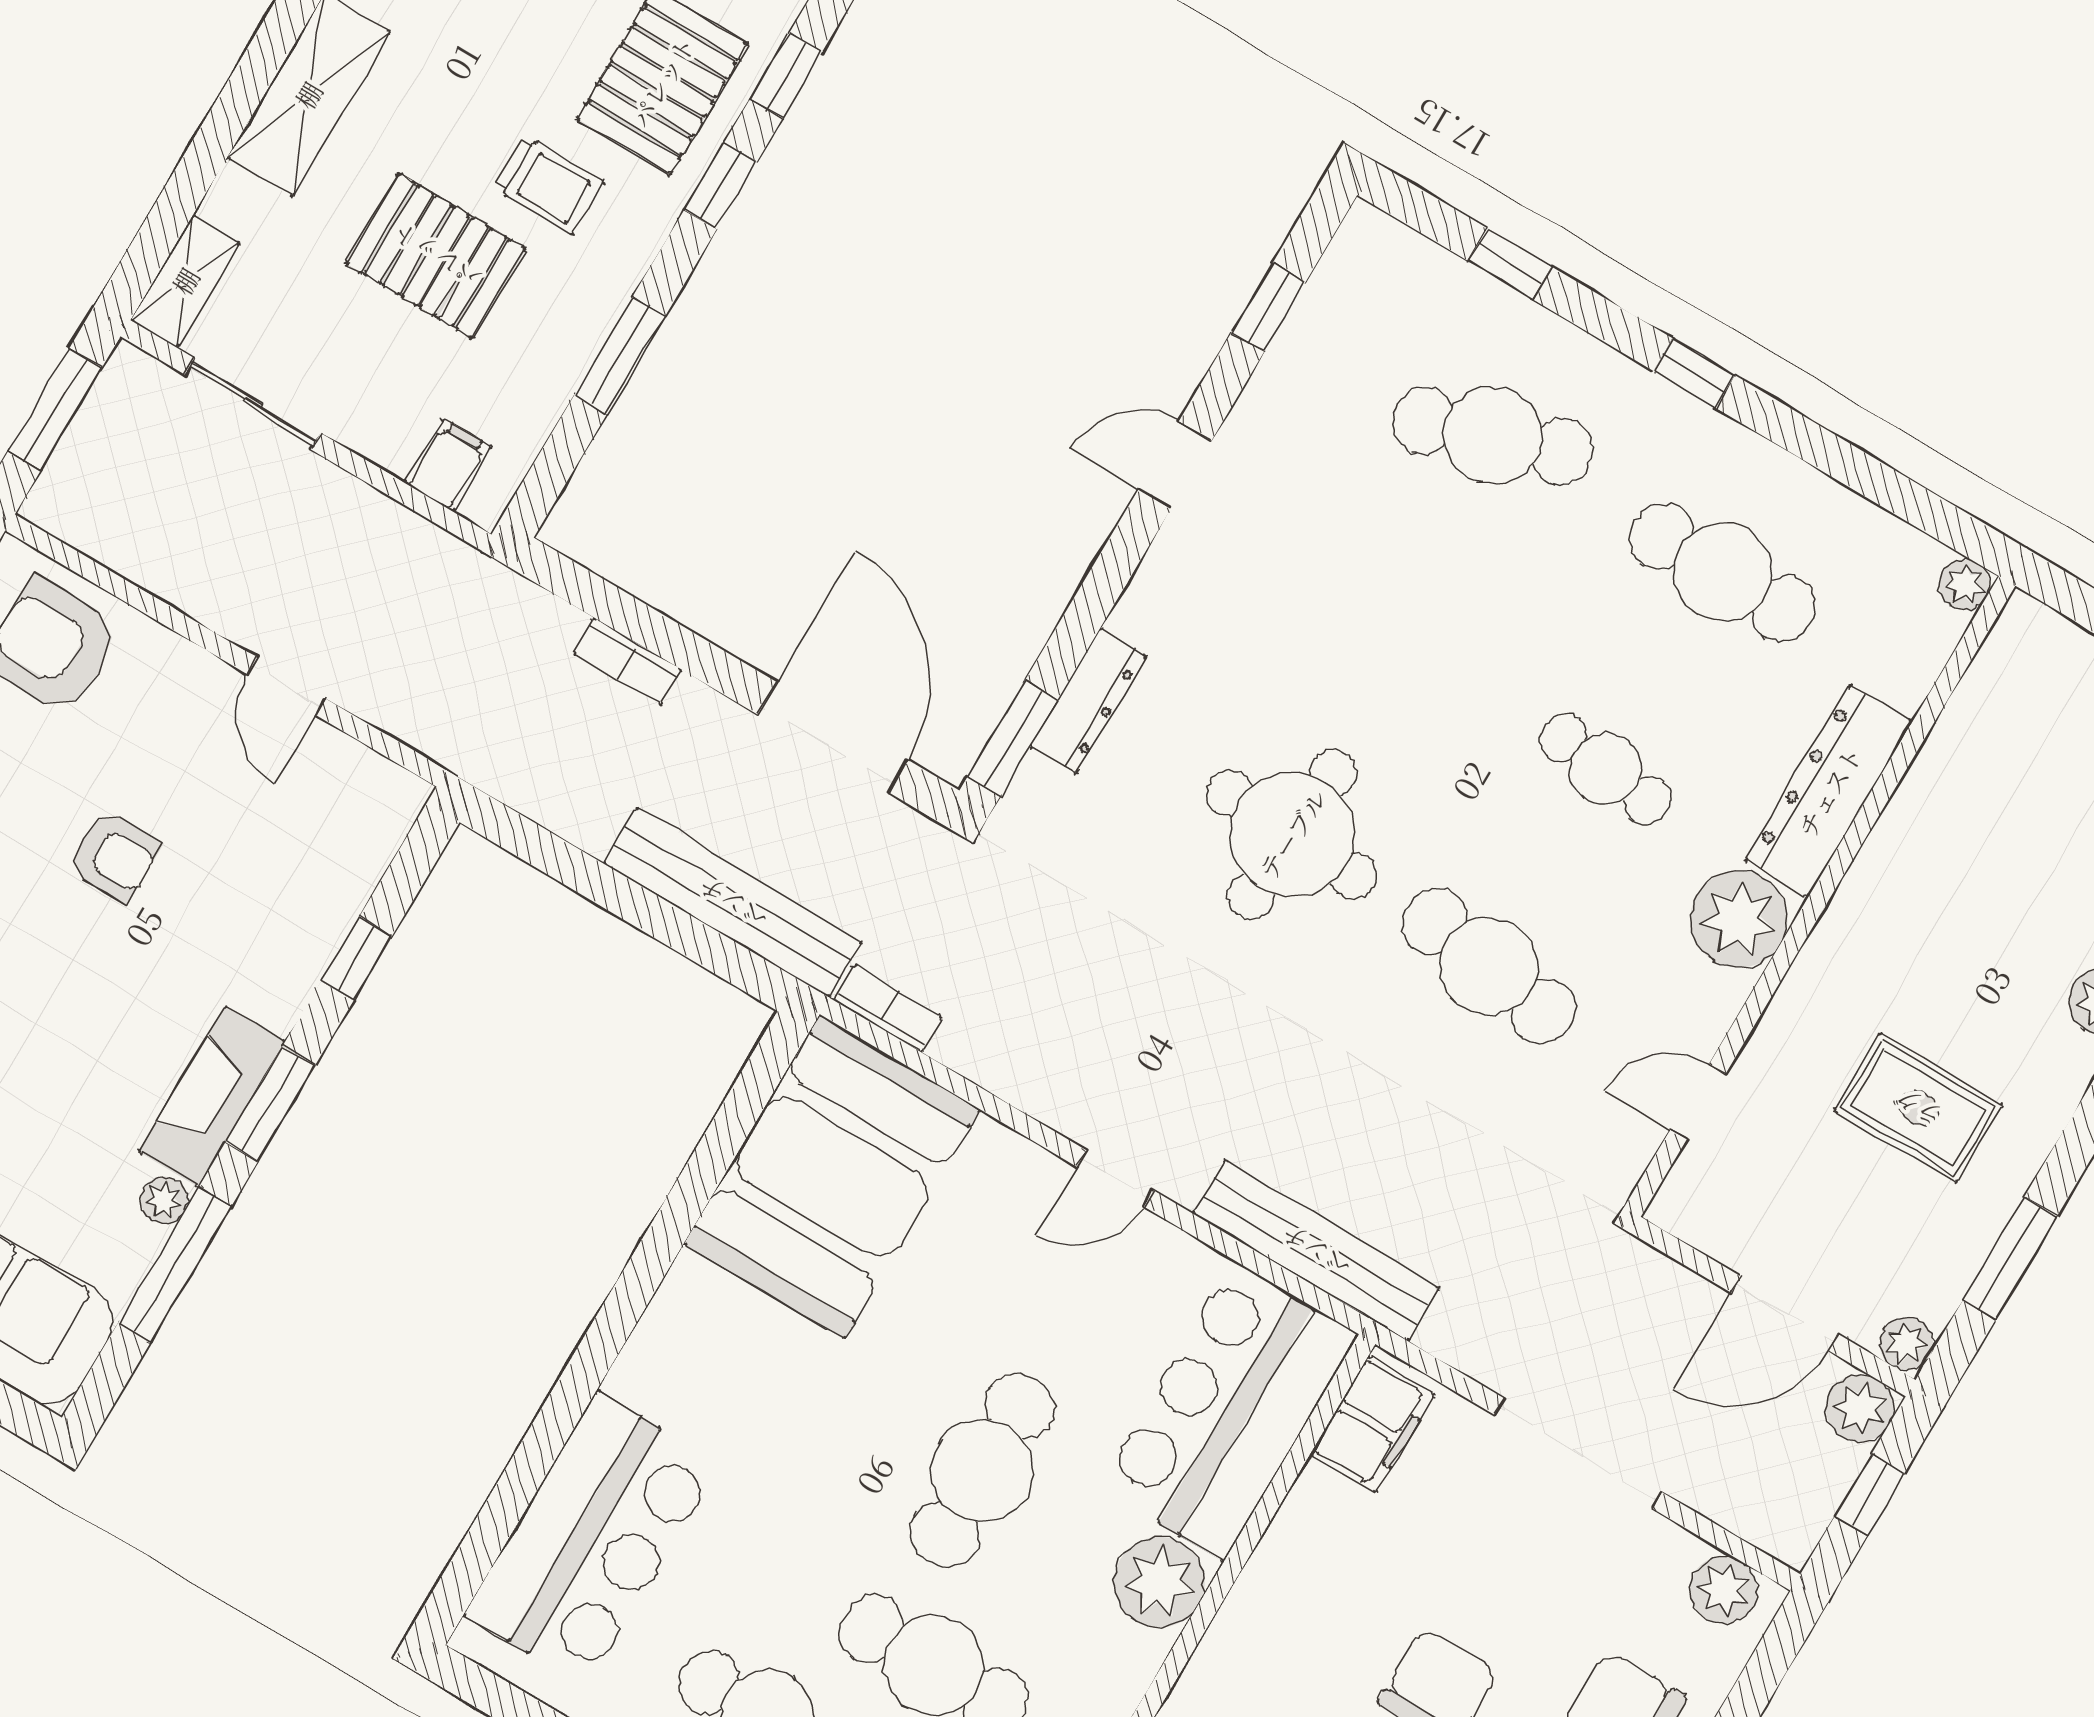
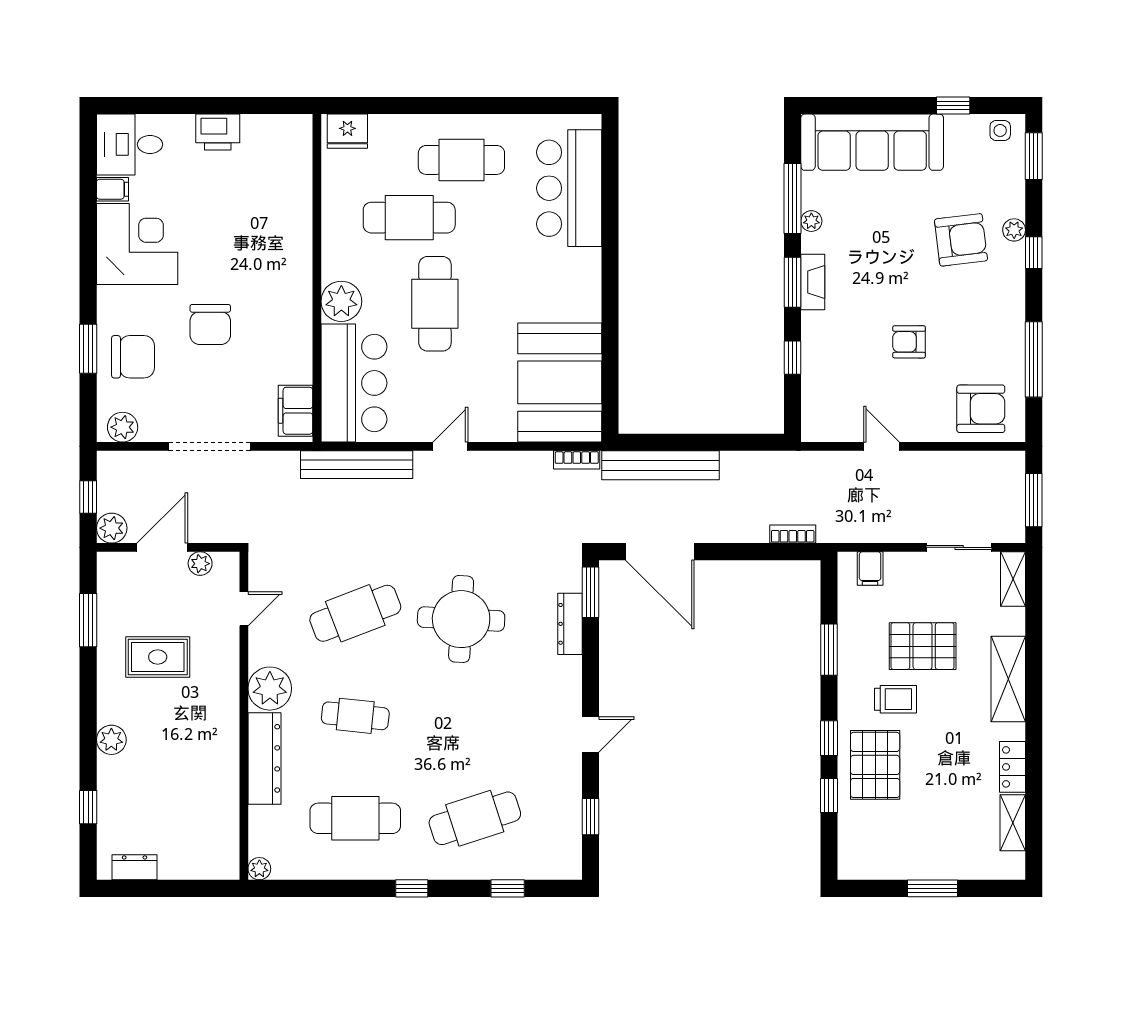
trolley: (548, 185) -> (895, 699), turned 180
bookcase: (628, 661) -> (793, 534), moved
cafe table: (1489, 966) -> (355, 613), turned -30
fireplace: (212, 1096) -> (813, 282), width x0.73, depth x0.76
plant: (1906, 1344) -> (200, 564), moved

